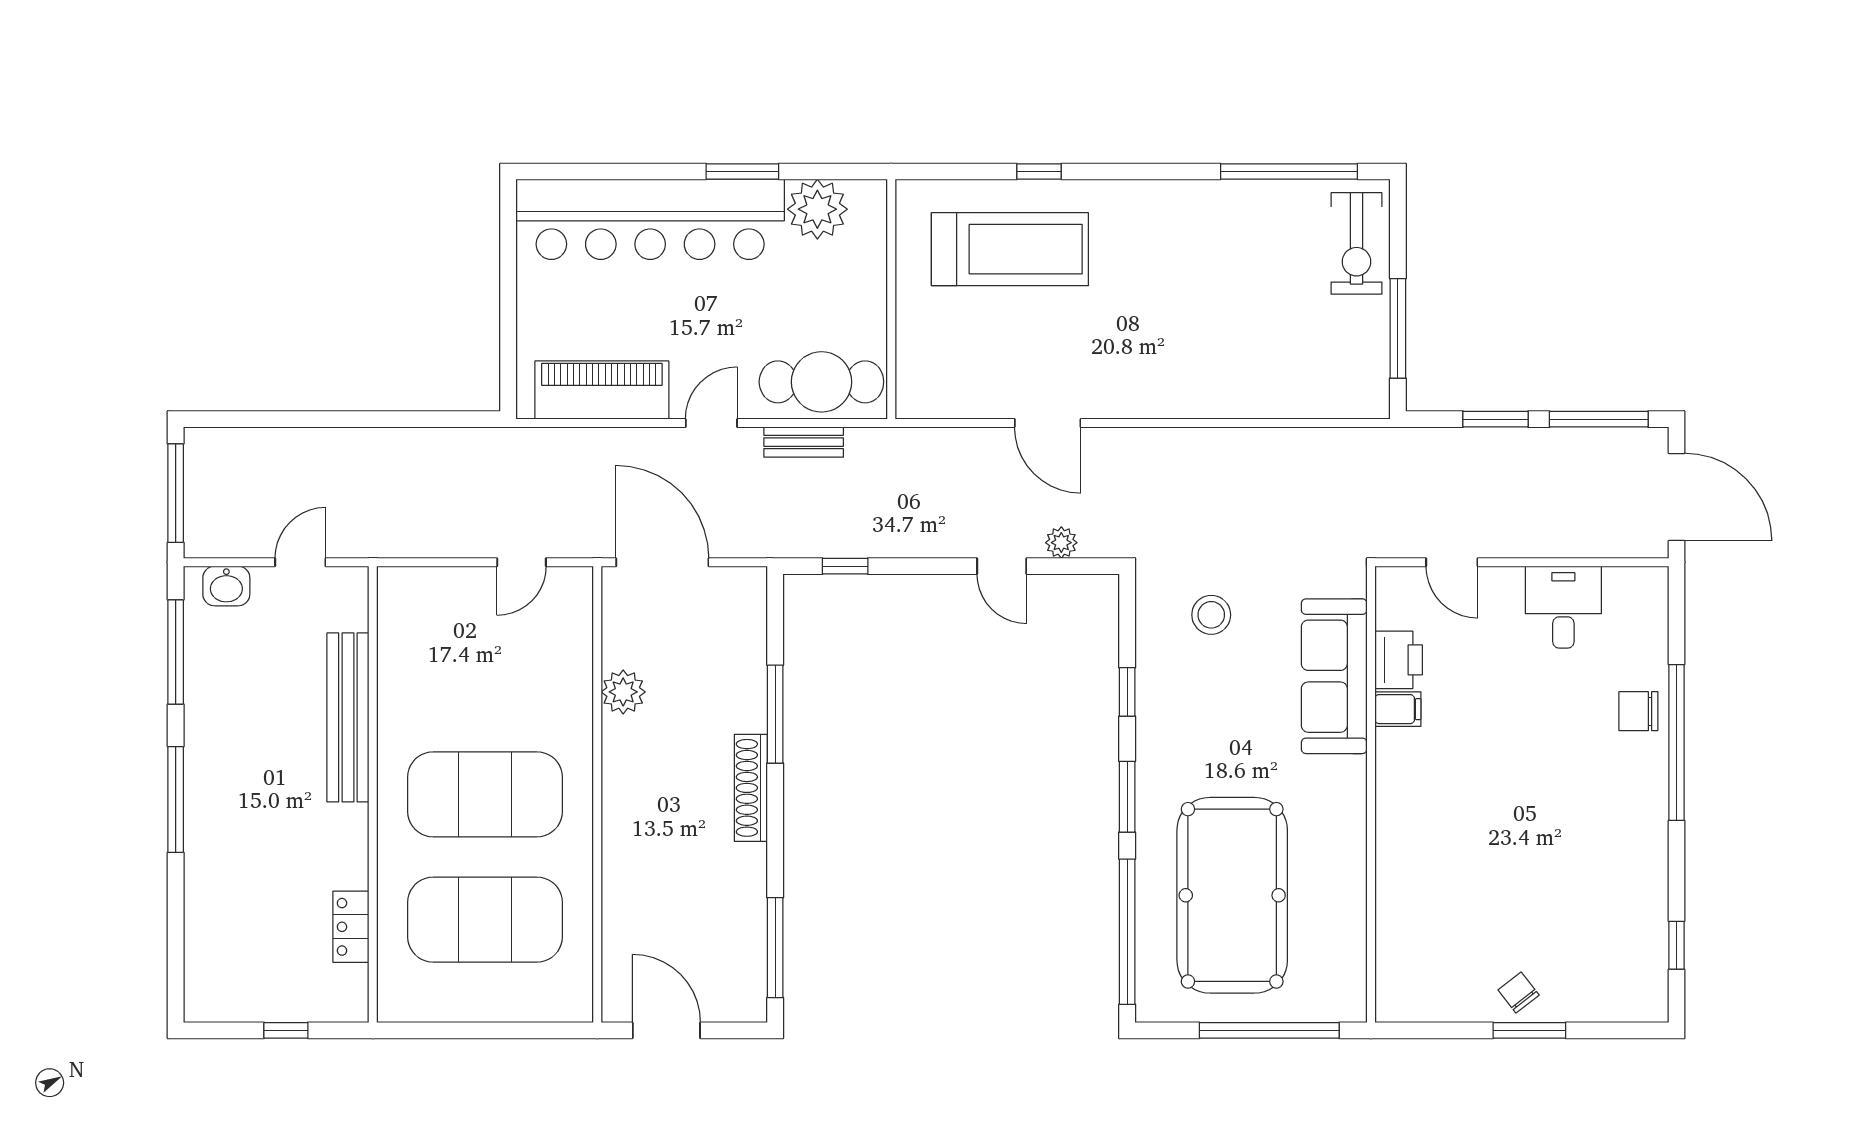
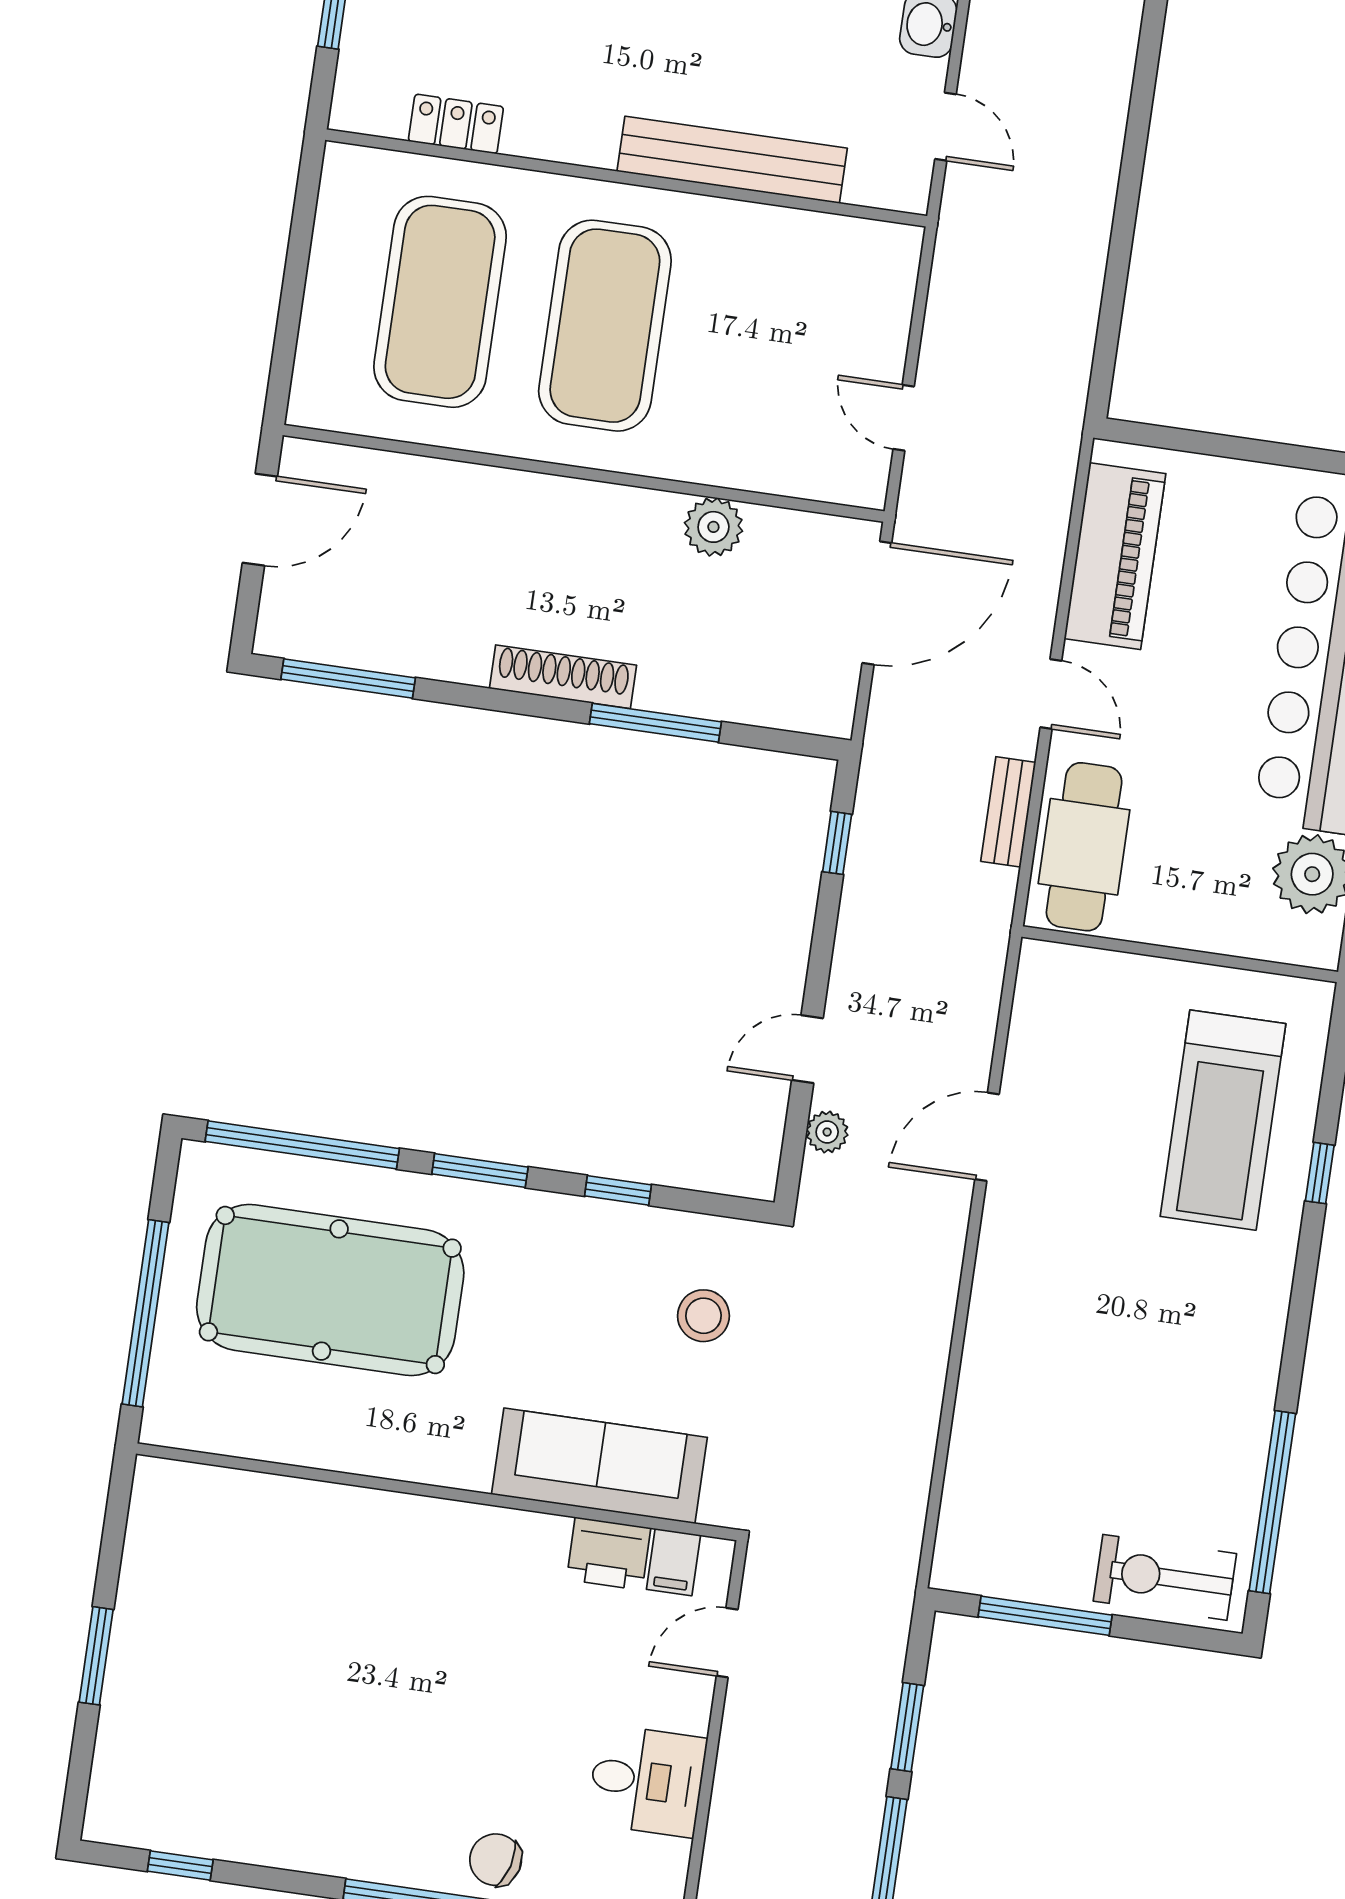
filing cabinet: (1398, 709) -> (673, 1562), moved
chair: (1638, 711) -> (496, 1860), turned -75
chair: (1519, 992) -> (148, 1649), removed

